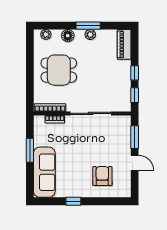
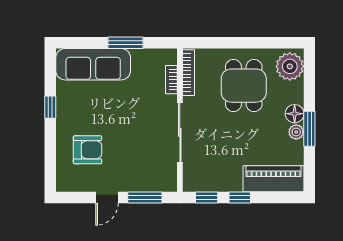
plant: (46, 34) -> (290, 66), width x1.88, depth x1.88
floor lamp: (68, 36) -> (295, 114), moved
piano: (124, 44) -> (273, 179), width x1.37, depth x1.33

